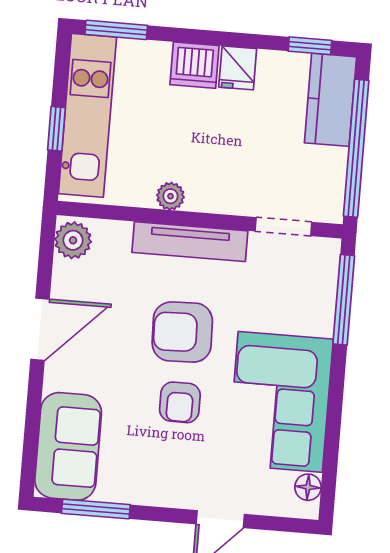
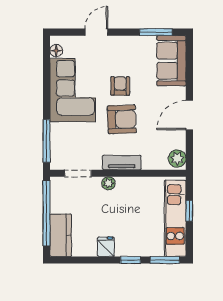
window: (310, 46) -> (131, 260), moved
dishwasher: (195, 65) -> (126, 246), removed
plant: (170, 196) -> (108, 183), moved
tv unit: (190, 242) -> (122, 163), width x0.71

